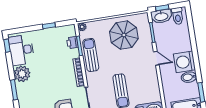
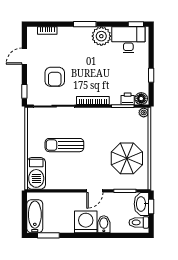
floor lamp: (70, 31) -> (141, 99), added
sun lounger: (91, 55) -> (110, 117), removed
bidet: (189, 77) -> (104, 224), moved

